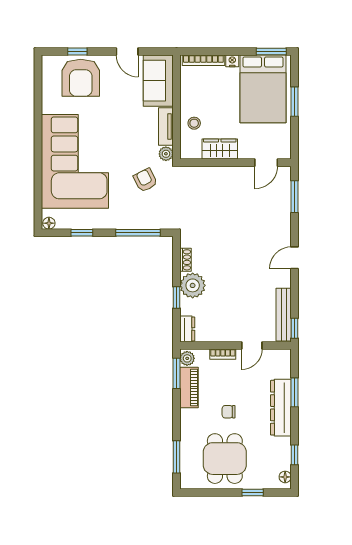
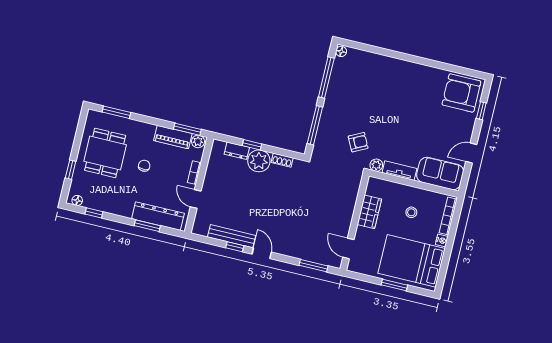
window: (271, 51) -> (442, 276), removed
armchair: (81, 78) -> (461, 93), moved
stool: (194, 123) -> (411, 212), moved
corner sofa: (75, 161) -> (388, 86), removed
window: (82, 233) -> (326, 78), width x2.17
bench: (284, 315) -> (232, 236), moved
window: (294, 328) -> (235, 247), moved
dresser: (187, 329) -> (237, 151), moved
dresser: (281, 408) -> (158, 216), moved
dining table: (225, 459) -> (105, 153), turned 90

